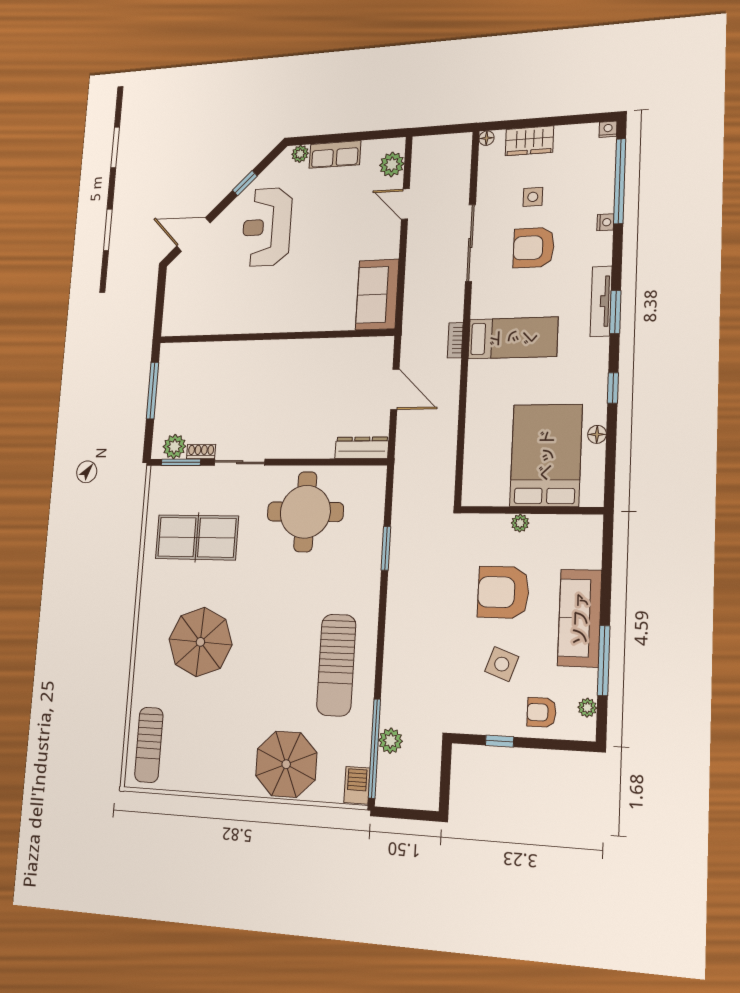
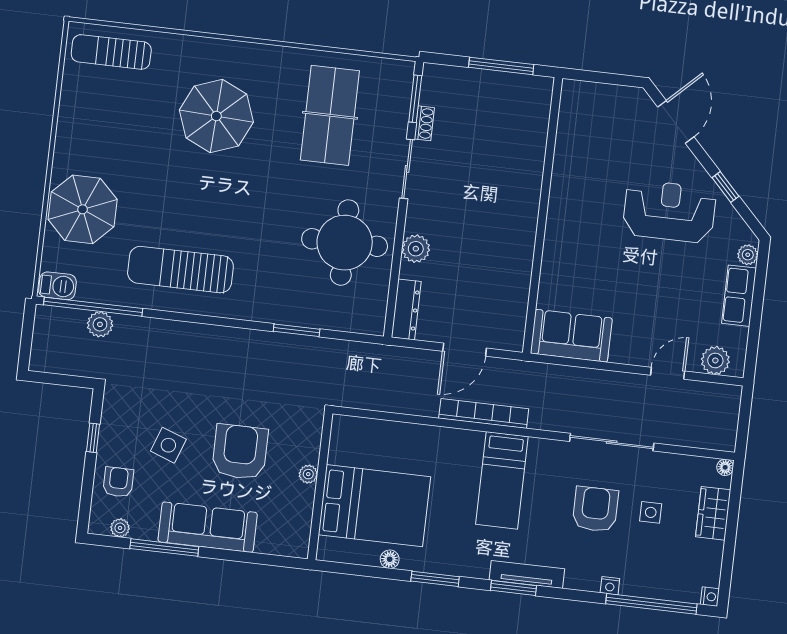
bookcase: (455, 340) -> (484, 414), width x2.31, depth x1.31
window: (613, 388) -> (435, 579), width x1.50
plant: (174, 447) -> (416, 249), moved

